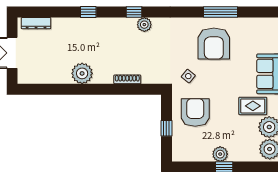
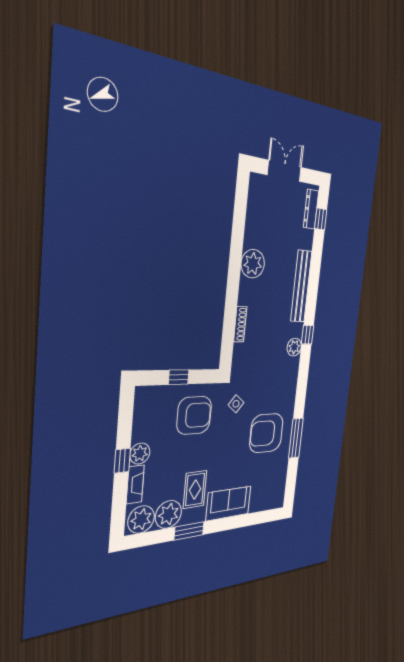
window: (88, 12) -> (321, 219), moved
bench: (96, 24) -> (301, 286), added
fireplace: (243, 156) -> (135, 484), added

